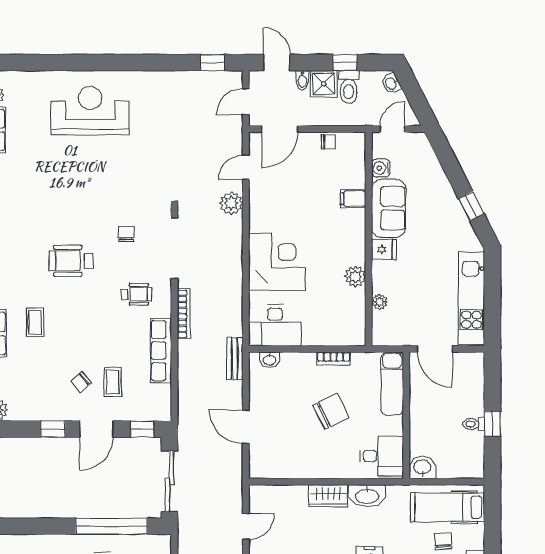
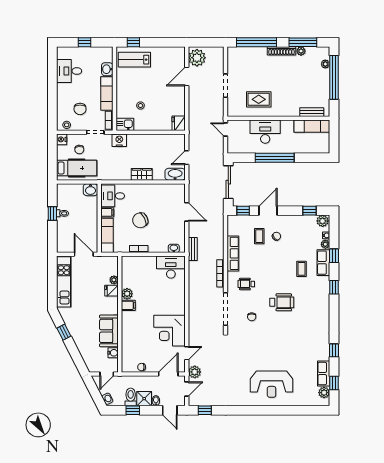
filing cabinet: (353, 199) -> (128, 305), moved
plant: (231, 203) -> (195, 372), moved
fridge: (384, 249) -> (111, 291), moved
corner desk: (277, 262) -> (170, 331), moved
filing cabinet: (392, 426) -> (107, 212), added
window: (53, 429) -> (310, 211), moved
washbasin: (367, 496) -> (175, 174), moved
window: (111, 526) -> (275, 158), moved

